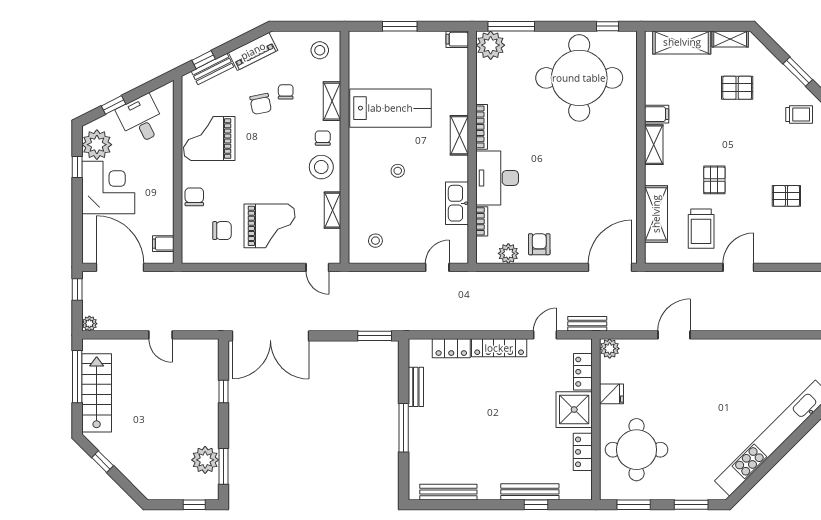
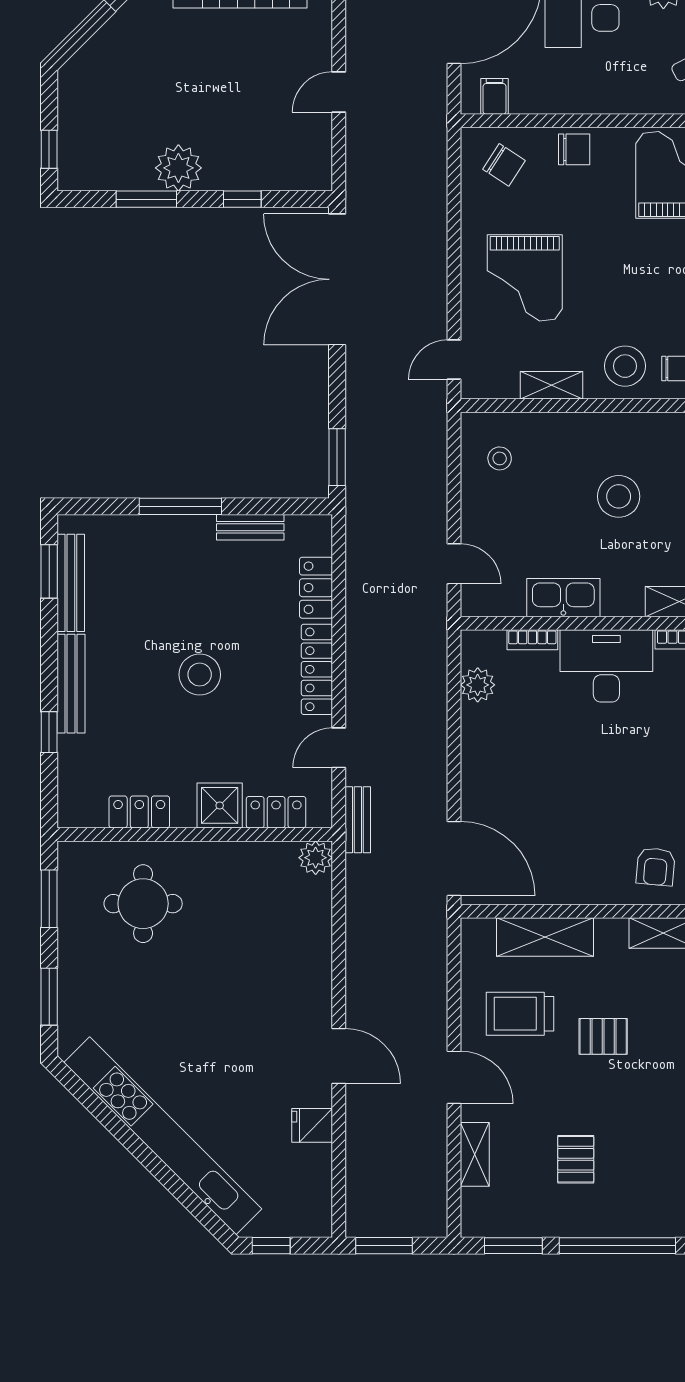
stool: (398, 171) -> (619, 496), width x1.89, depth x1.89
chair: (222, 231) -> (504, 165), moved, turned -57
armchair: (539, 244) -> (656, 867), moved, turned 95
shelving: (784, 255) -> (475, 1154), added
door: (545, 335) -> (339, 748), swing flipped
door: (674, 335) -> (339, 1056), moved
fridge: (612, 394) -> (312, 1125), moved, turned 90
shower: (574, 410) -> (220, 805), width x0.73, depth x0.73
stool: (502, 416) -> (200, 675), added
round table: (637, 450) -> (143, 904), width x0.73, depth x0.73
plant: (205, 460) -> (178, 168), moved
window: (223, 466) -> (146, 199), moved
bench: (530, 492) -> (71, 684), moved
window: (442, 505) -> (49, 571), added

